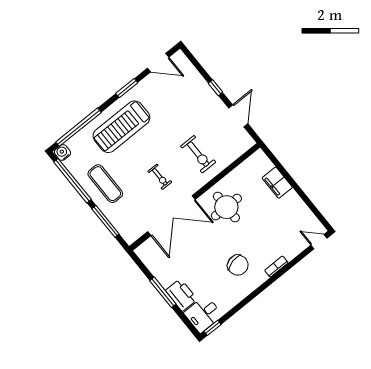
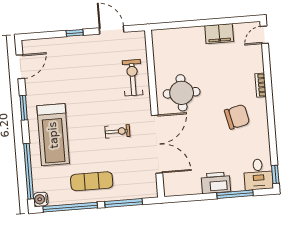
exercise bike: (198, 154) -> (133, 78), moved, turned -90
filing cabinet: (277, 183) -> (219, 34), moved
window: (163, 292) -> (235, 194), moved
printer: (181, 295) -> (216, 183), moved

